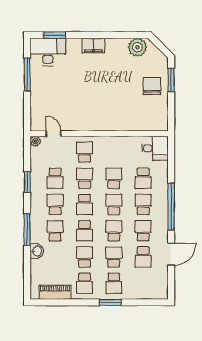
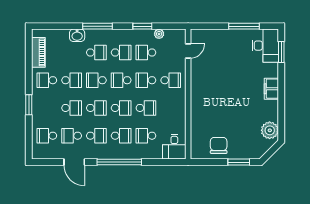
chair: (152, 86) -> (219, 145), moved, turned -90
plant: (35, 141) -> (159, 34), moved
school desk: (84, 178) -> (146, 80), turned 180
school desk: (114, 283) -> (47, 136), moved

